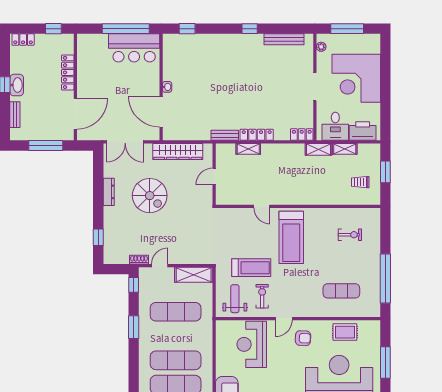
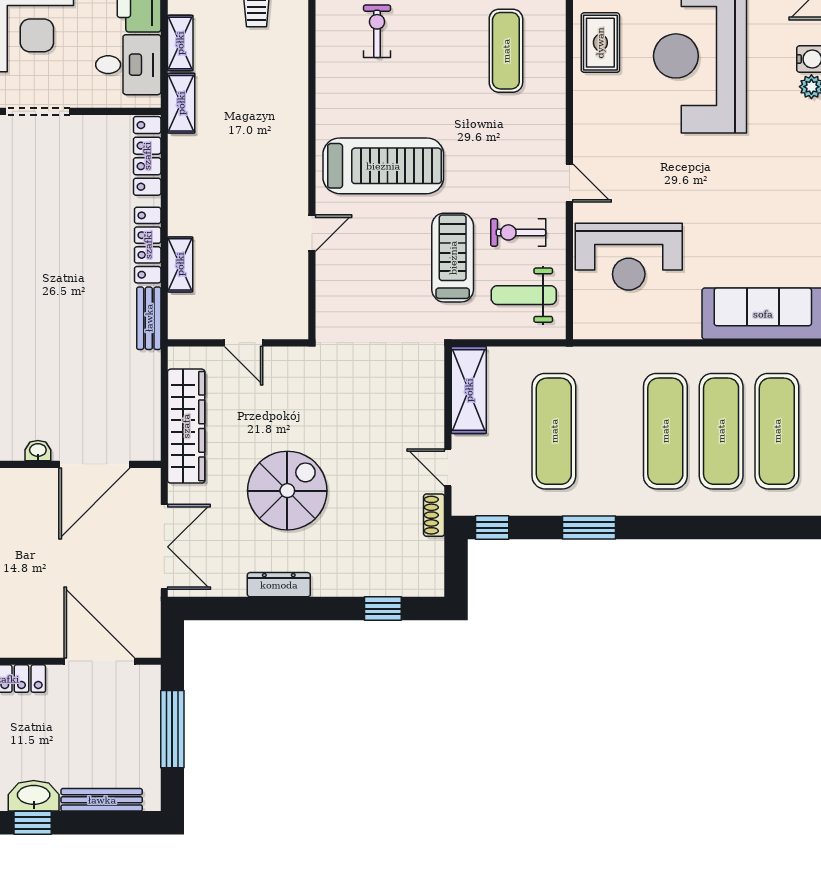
bench: (15, 115) -> (102, 800), width x1.36
locker: (302, 135) -> (147, 156), width x1.53
armchair: (303, 338) -> (614, 139), removed

